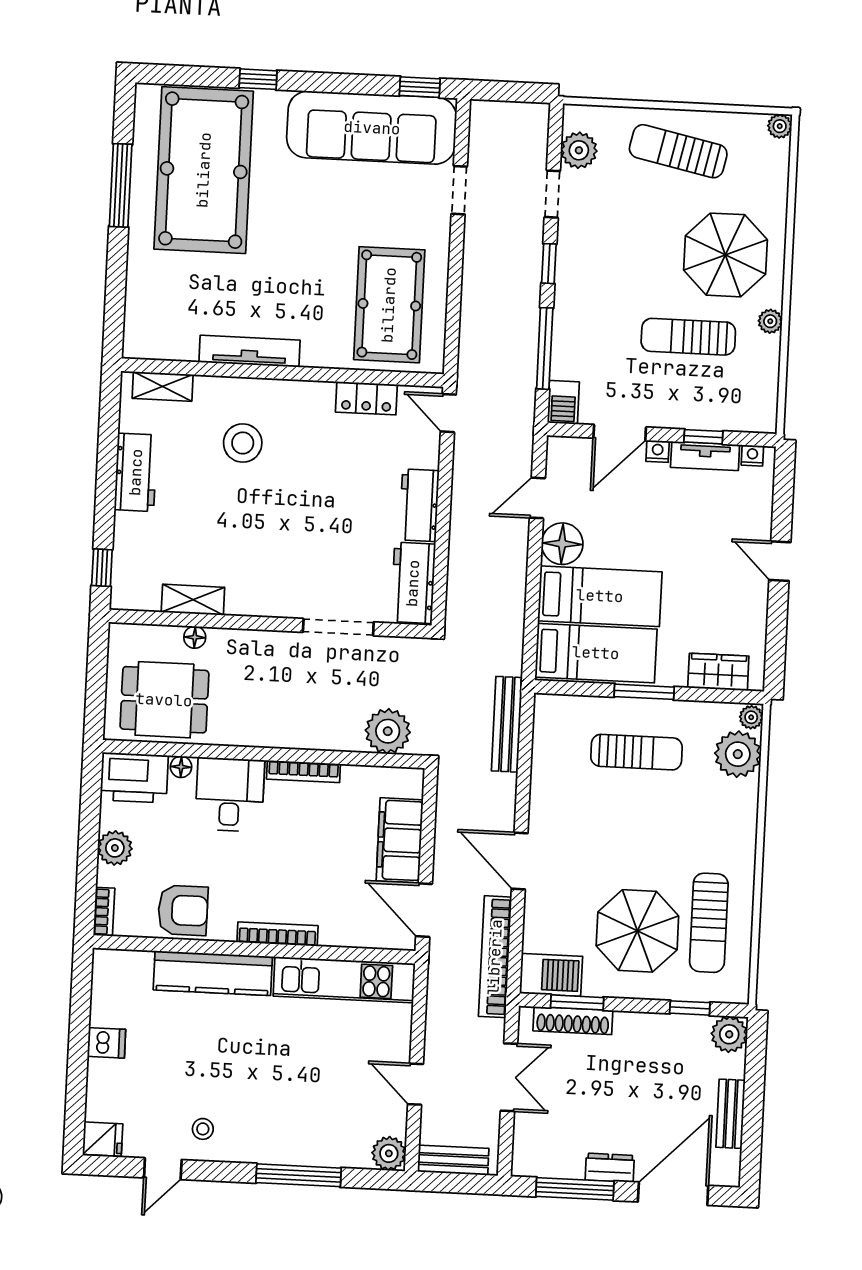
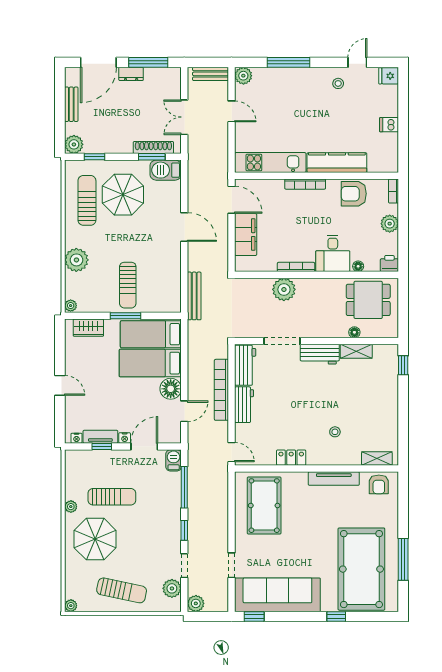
plant: (533, 118) -> (196, 603), added
armchair: (161, 335) -> (379, 484), added
locker: (366, 398) -> (291, 458), moved
stool: (243, 443) -> (335, 432), width x0.53, depth x0.53
workbench: (136, 472) -> (320, 354), moved, turned -90
plant: (388, 731) -> (284, 289), moved
sun lounger: (637, 752) -> (128, 285), turned -90
plant: (738, 754) -> (76, 260), moved
printer: (134, 778) -> (389, 264), width x0.53, depth x0.68
bookcase: (495, 957) -> (221, 390), moved, turned 180

